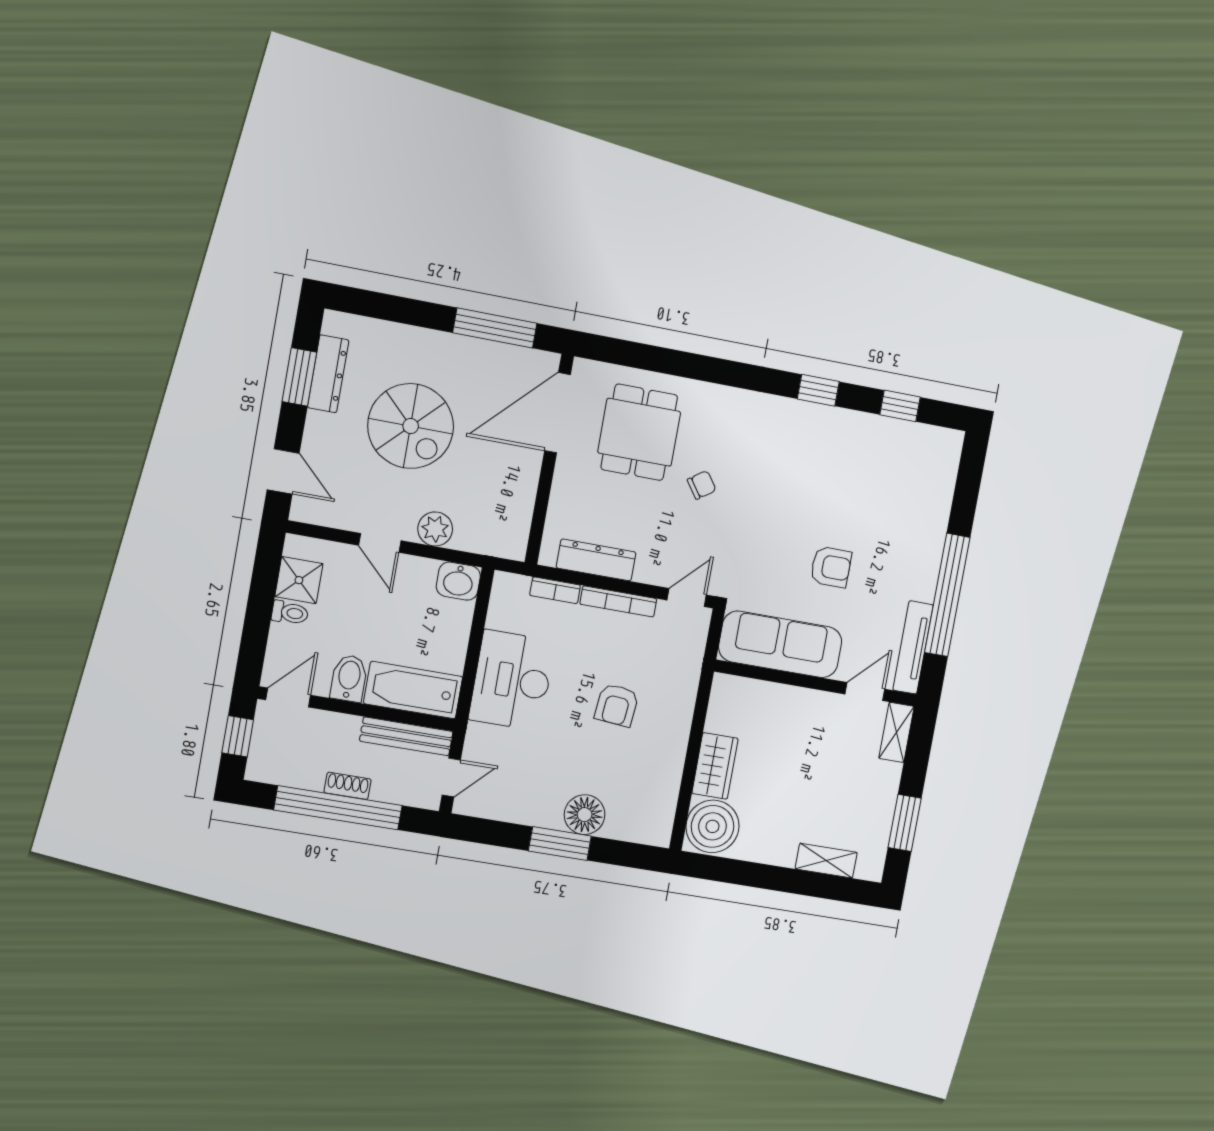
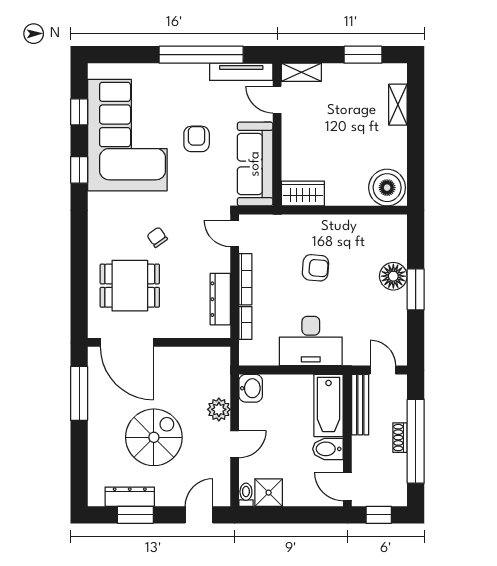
corner sofa: (855, 469) -> (127, 135), added
toilet: (290, 613) -> (246, 495), moved
wardrobe: (715, 766) -> (303, 193), moved

